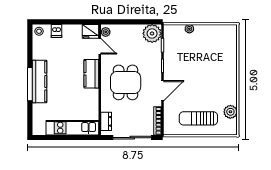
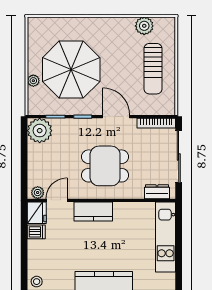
dishwasher: (56, 31) -> (36, 232), moved
parasol: (198, 57) -> (71, 70), added

